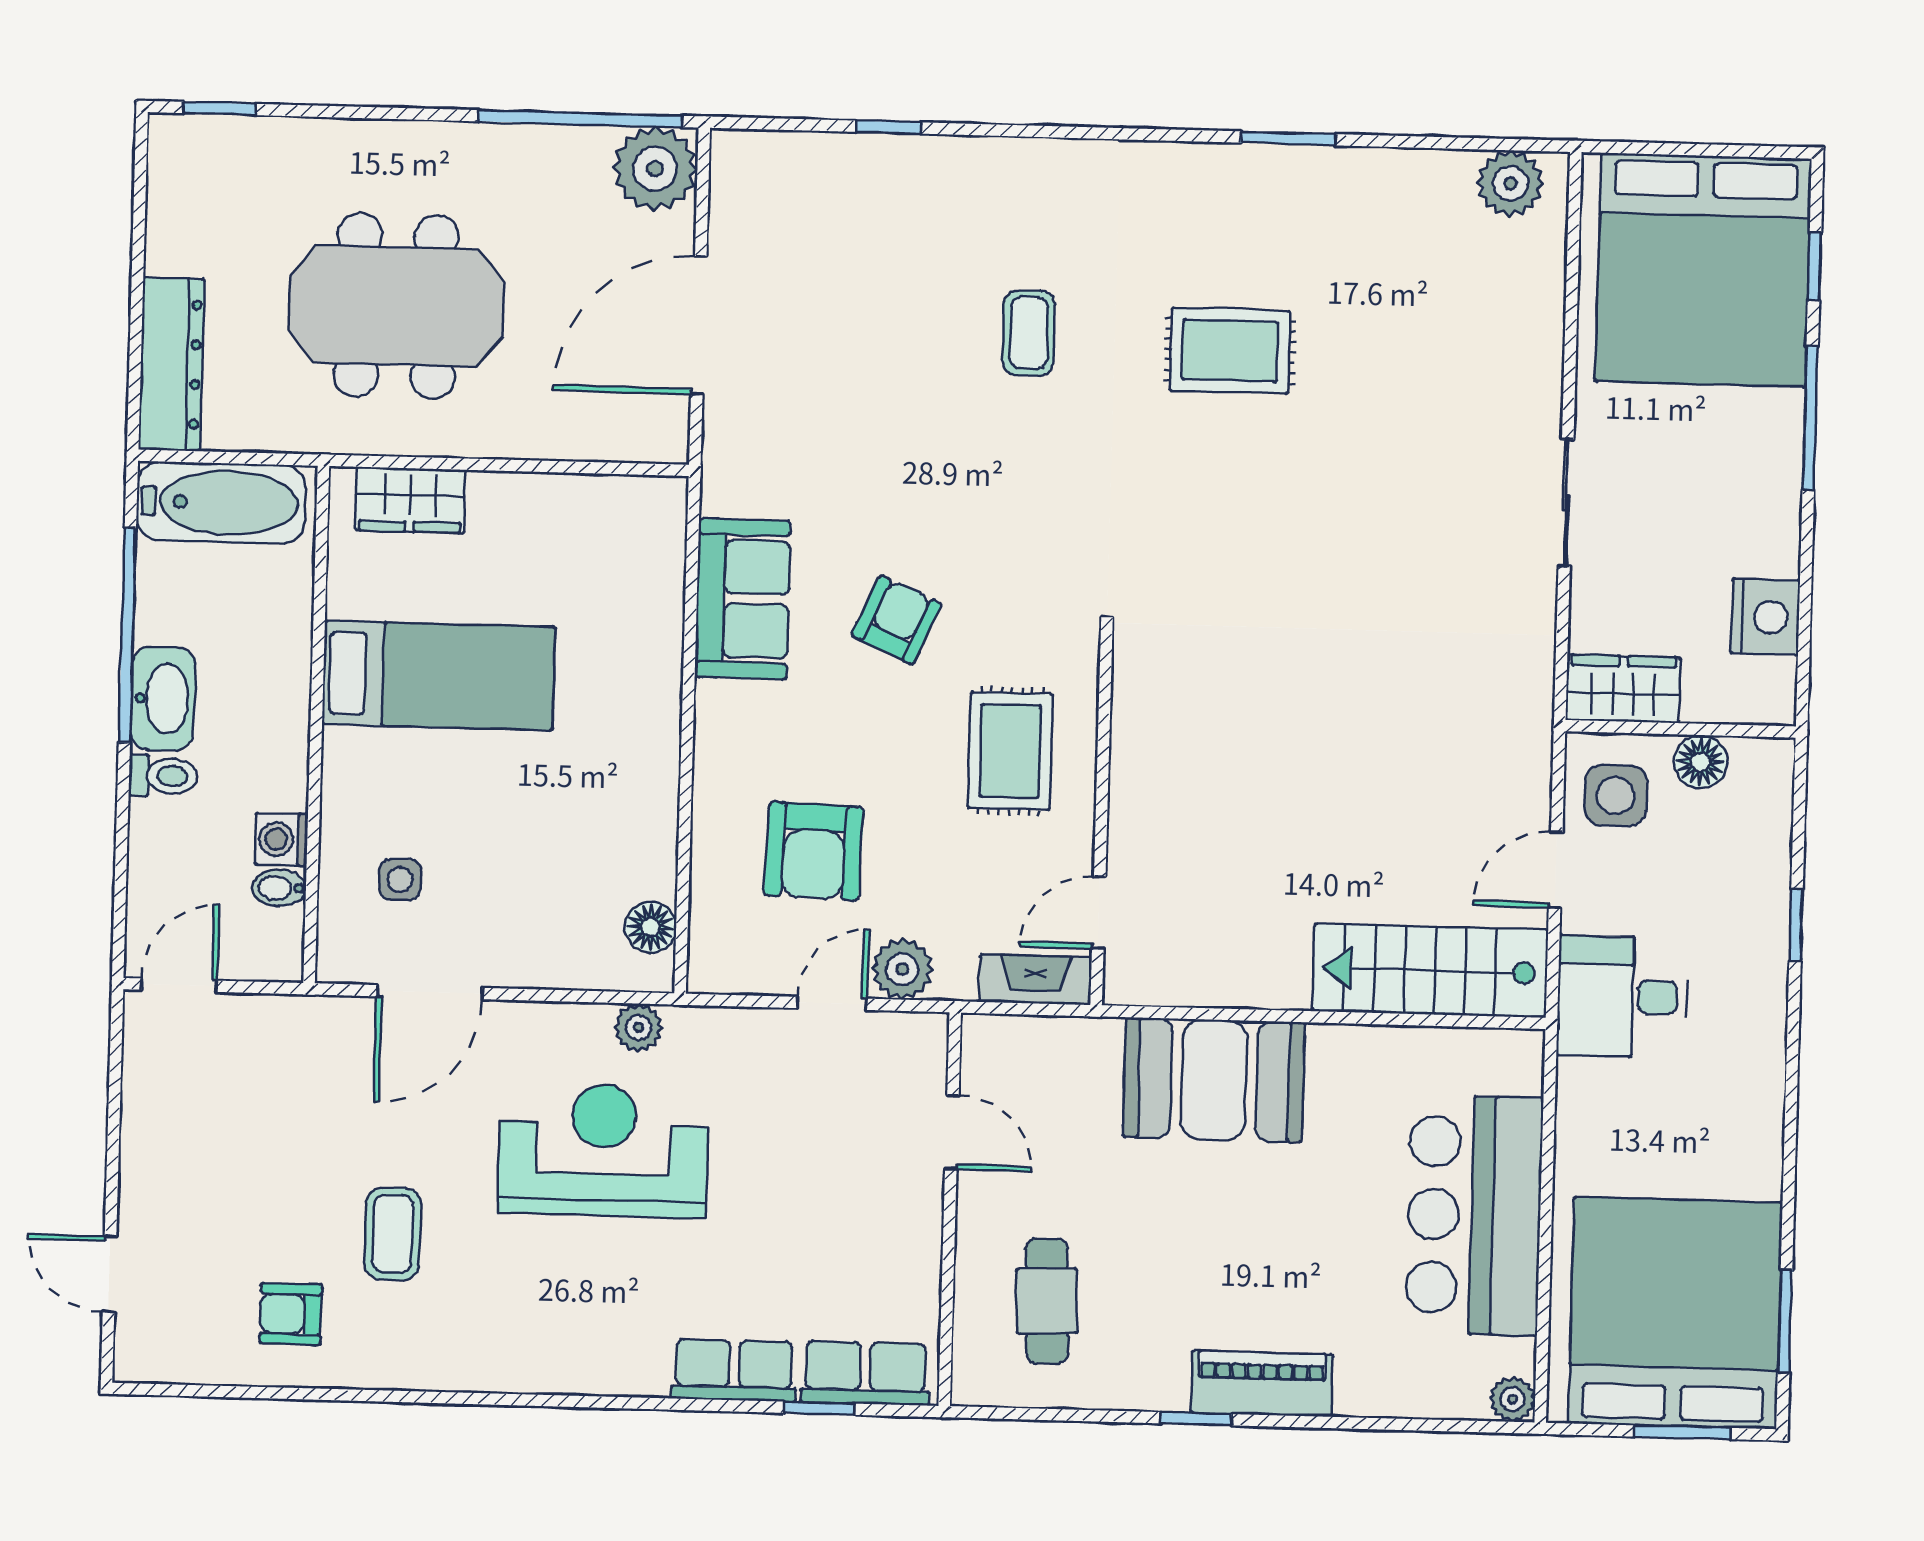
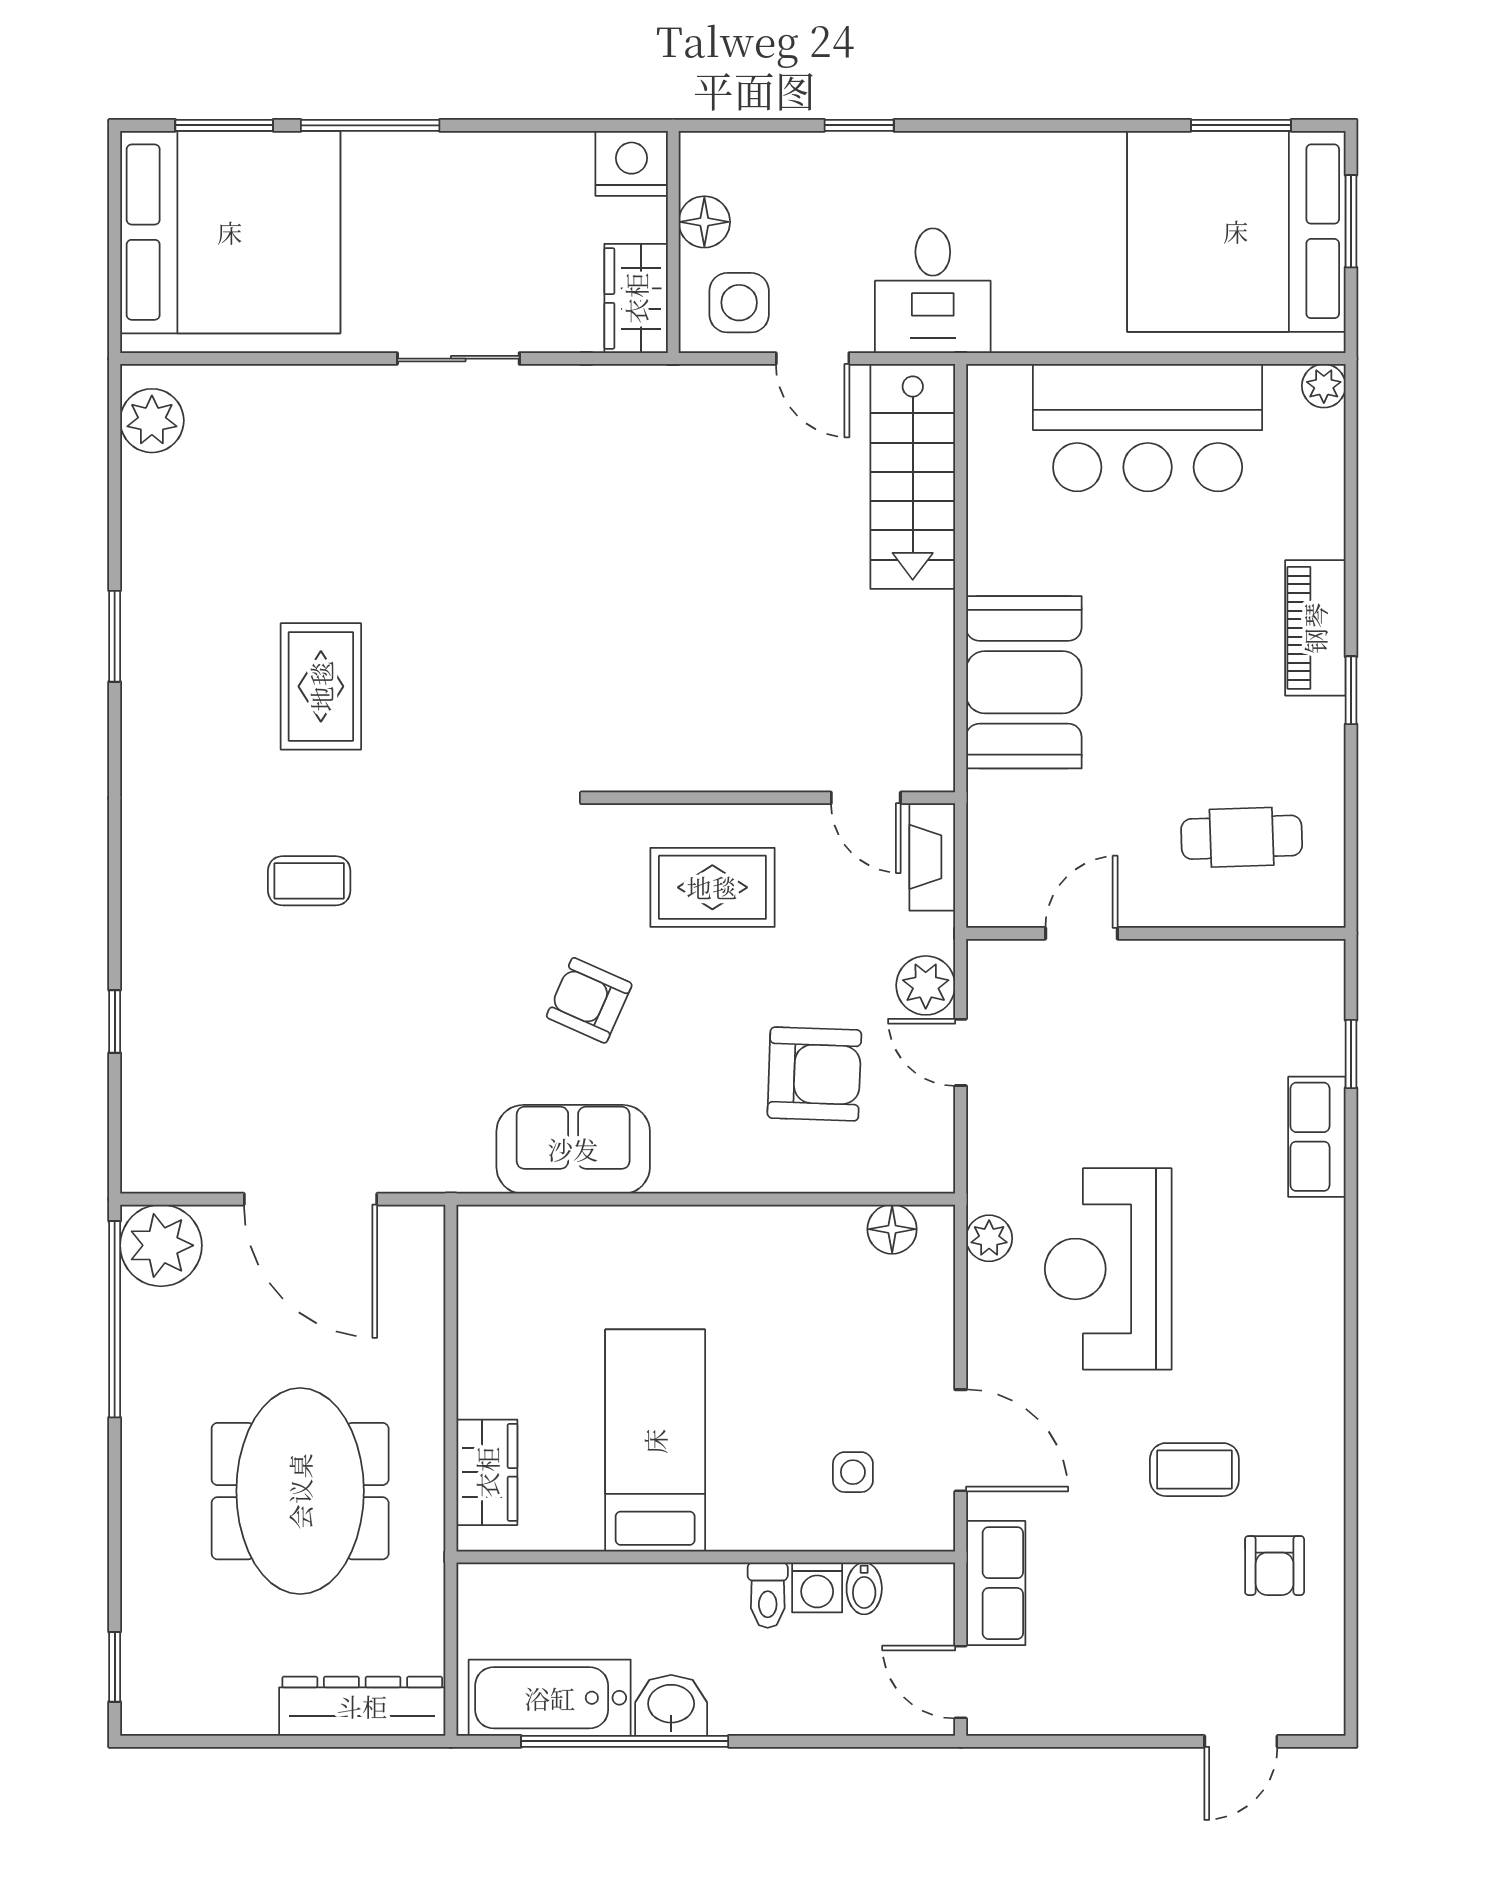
window: (1814, 267) -> (224, 125), width x1.50
bathtub: (221, 503) -> (550, 1698), moved, turned -90
nightstand: (1765, 617) -> (632, 163), moved
washbasin: (163, 699) -> (671, 1705), width x0.72
toilet: (163, 776) -> (768, 1595), moved, turned 180
row of seats: (865, 1373) -> (996, 1583), moved, turned 180

